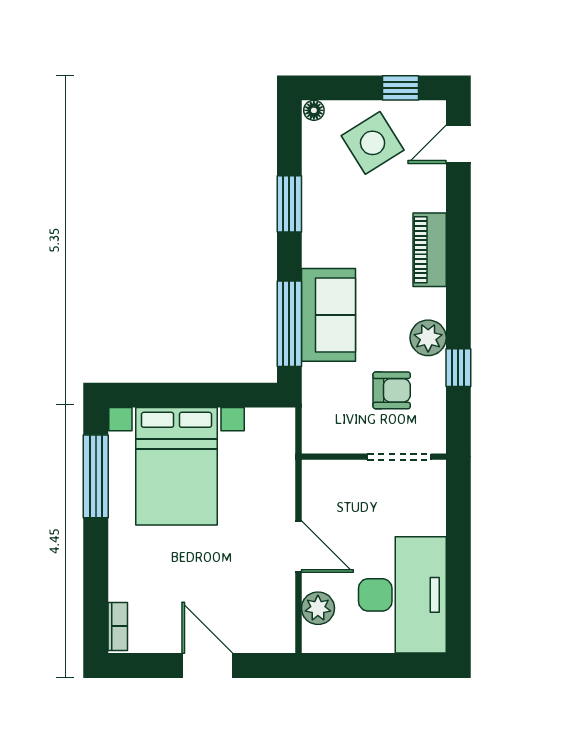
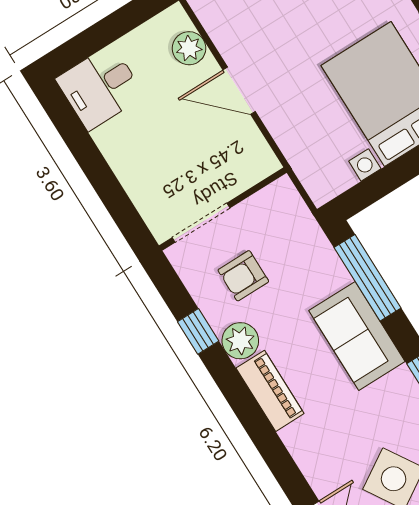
piano: (430, 250) -> (270, 391), moved
sofa: (328, 315) -> (357, 336), moved
desk: (402, 595) -> (100, 87), width x0.53, depth x0.77

